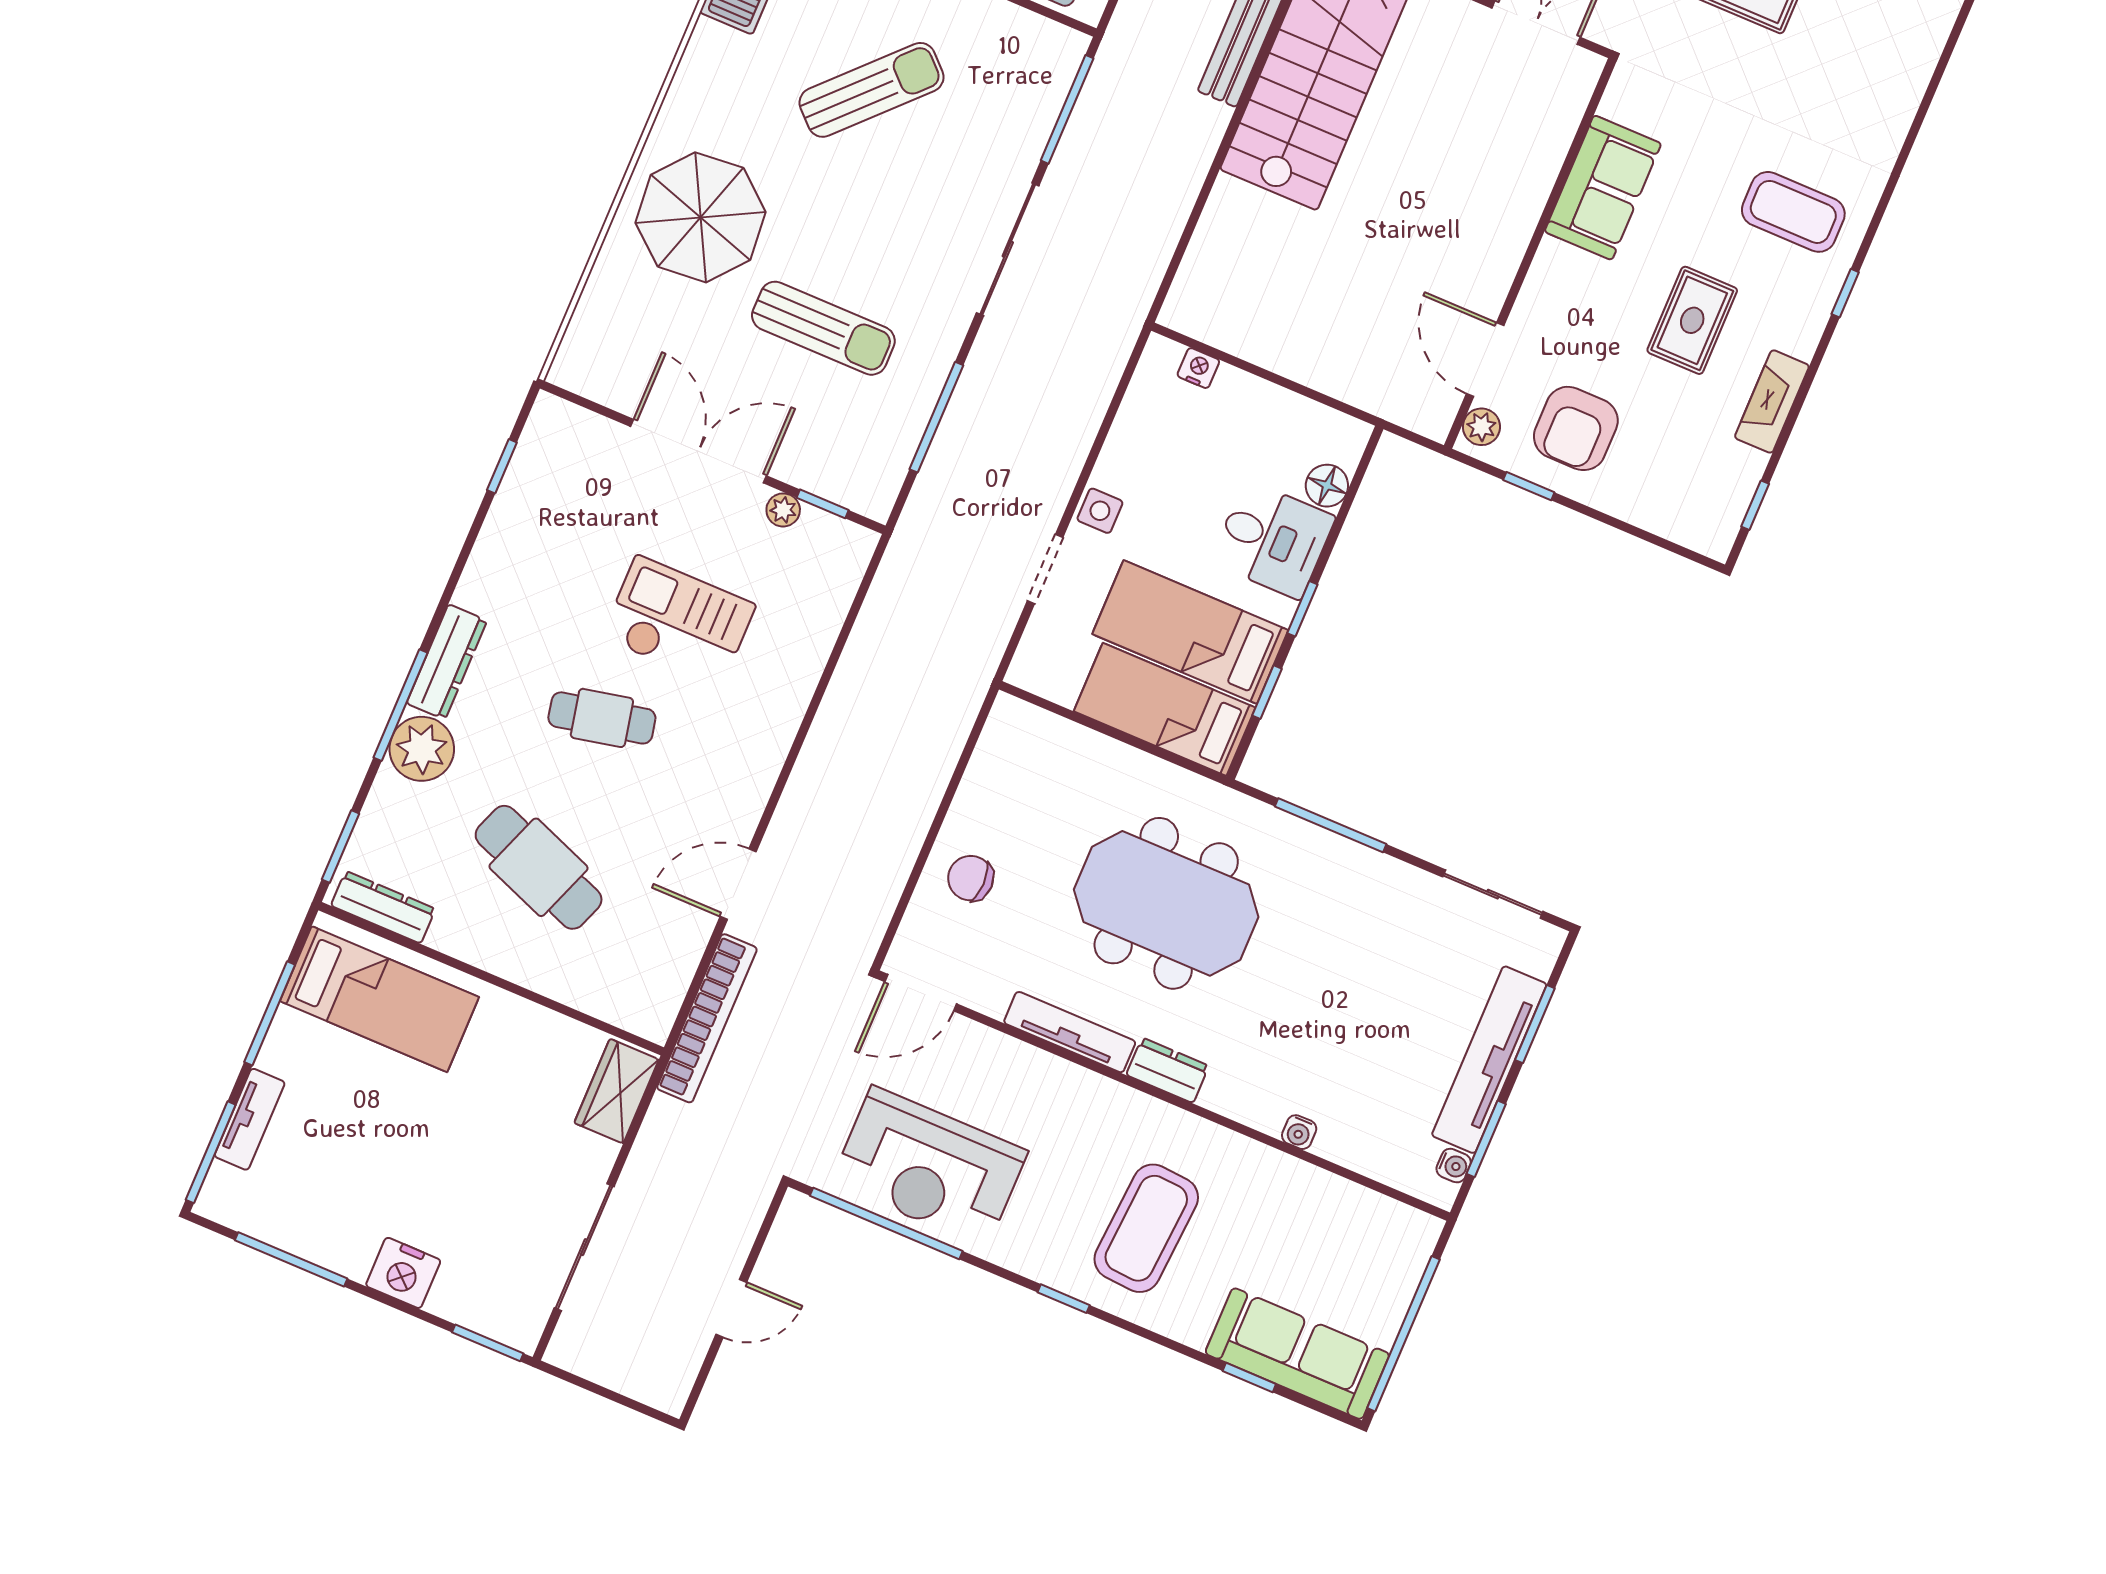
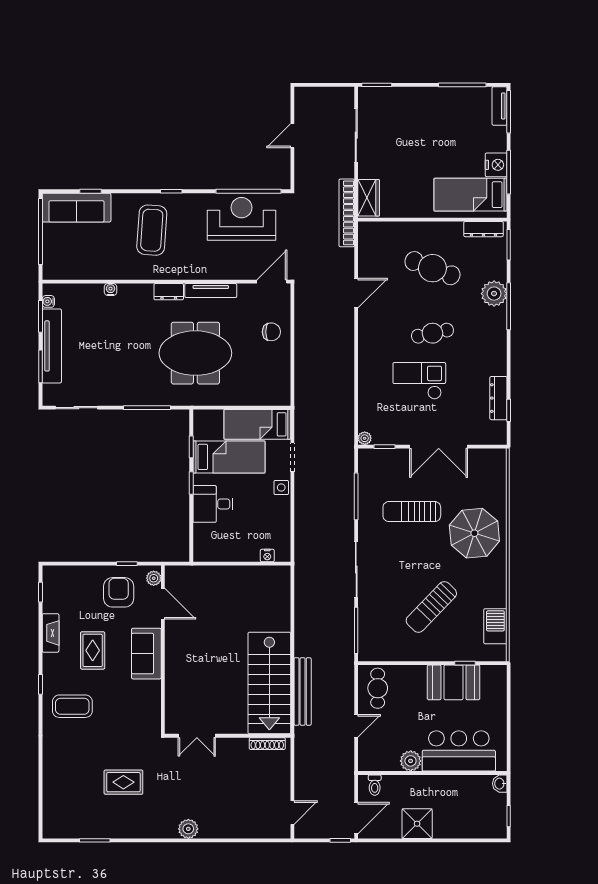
sofa: (1603, 188) -> (146, 654), moved
floor lamp: (1327, 486) -> (201, 532), removed
plant: (783, 510) -> (365, 438), moved
checkout: (679, 621) -> (419, 381), turned 180
dresser: (447, 662) -> (498, 398), moved
bed: (1165, 709) -> (257, 424), moved, turned 180
bookcase: (707, 1018) -> (347, 213), moved
tv unit: (250, 1119) -> (500, 106), moved
nightstand: (403, 1273) -> (496, 165), moved, turned 90

